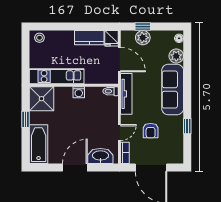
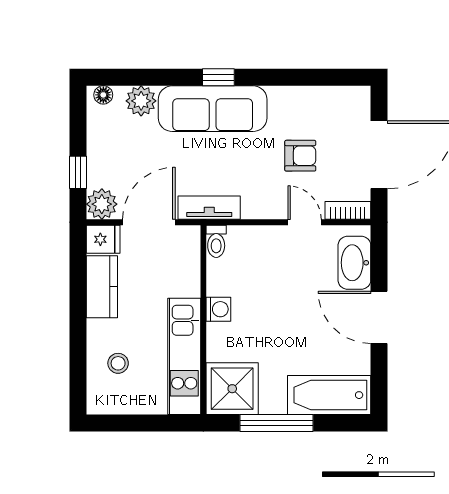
stool: (39, 38) -> (118, 363), moved
plant: (143, 38) -> (102, 204), moved
tv unit: (126, 94) -> (209, 208), width x0.71
window: (25, 119) -> (277, 423), width x2.17
window: (187, 126) -> (218, 77), moved

